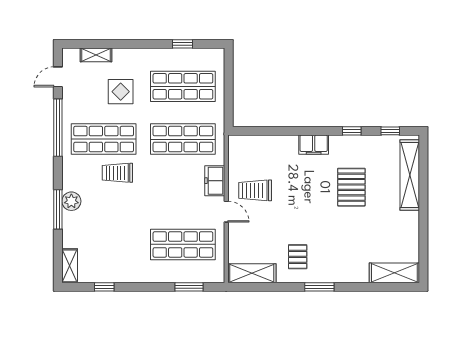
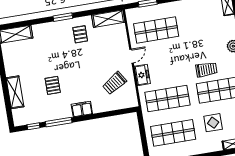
window: (352, 131) -> (59, 122), width x2.17
shelving: (410, 175) -> (15, 92), width x0.68
pallet: (351, 187) -> (53, 85), width x0.67, depth x0.71
trolley: (255, 190) -> (114, 83), moved, turned 148
door: (226, 212) -> (132, 56), swing flipped

